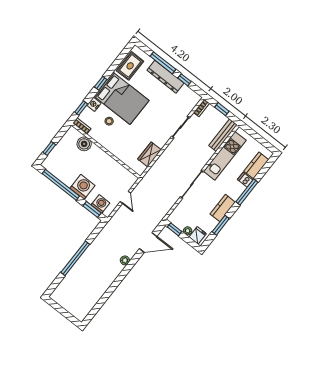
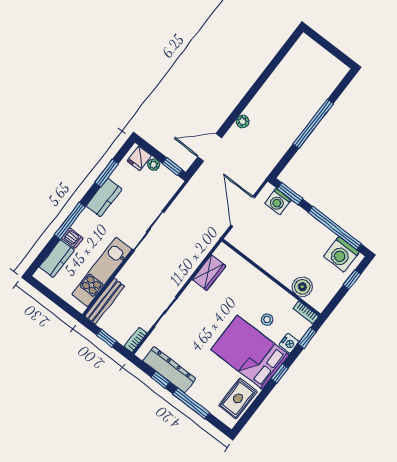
dresser: (165, 77) -> (169, 370), moved
washing machine: (82, 187) -> (341, 254), moved
door: (125, 197) -> (243, 211), width x1.88

